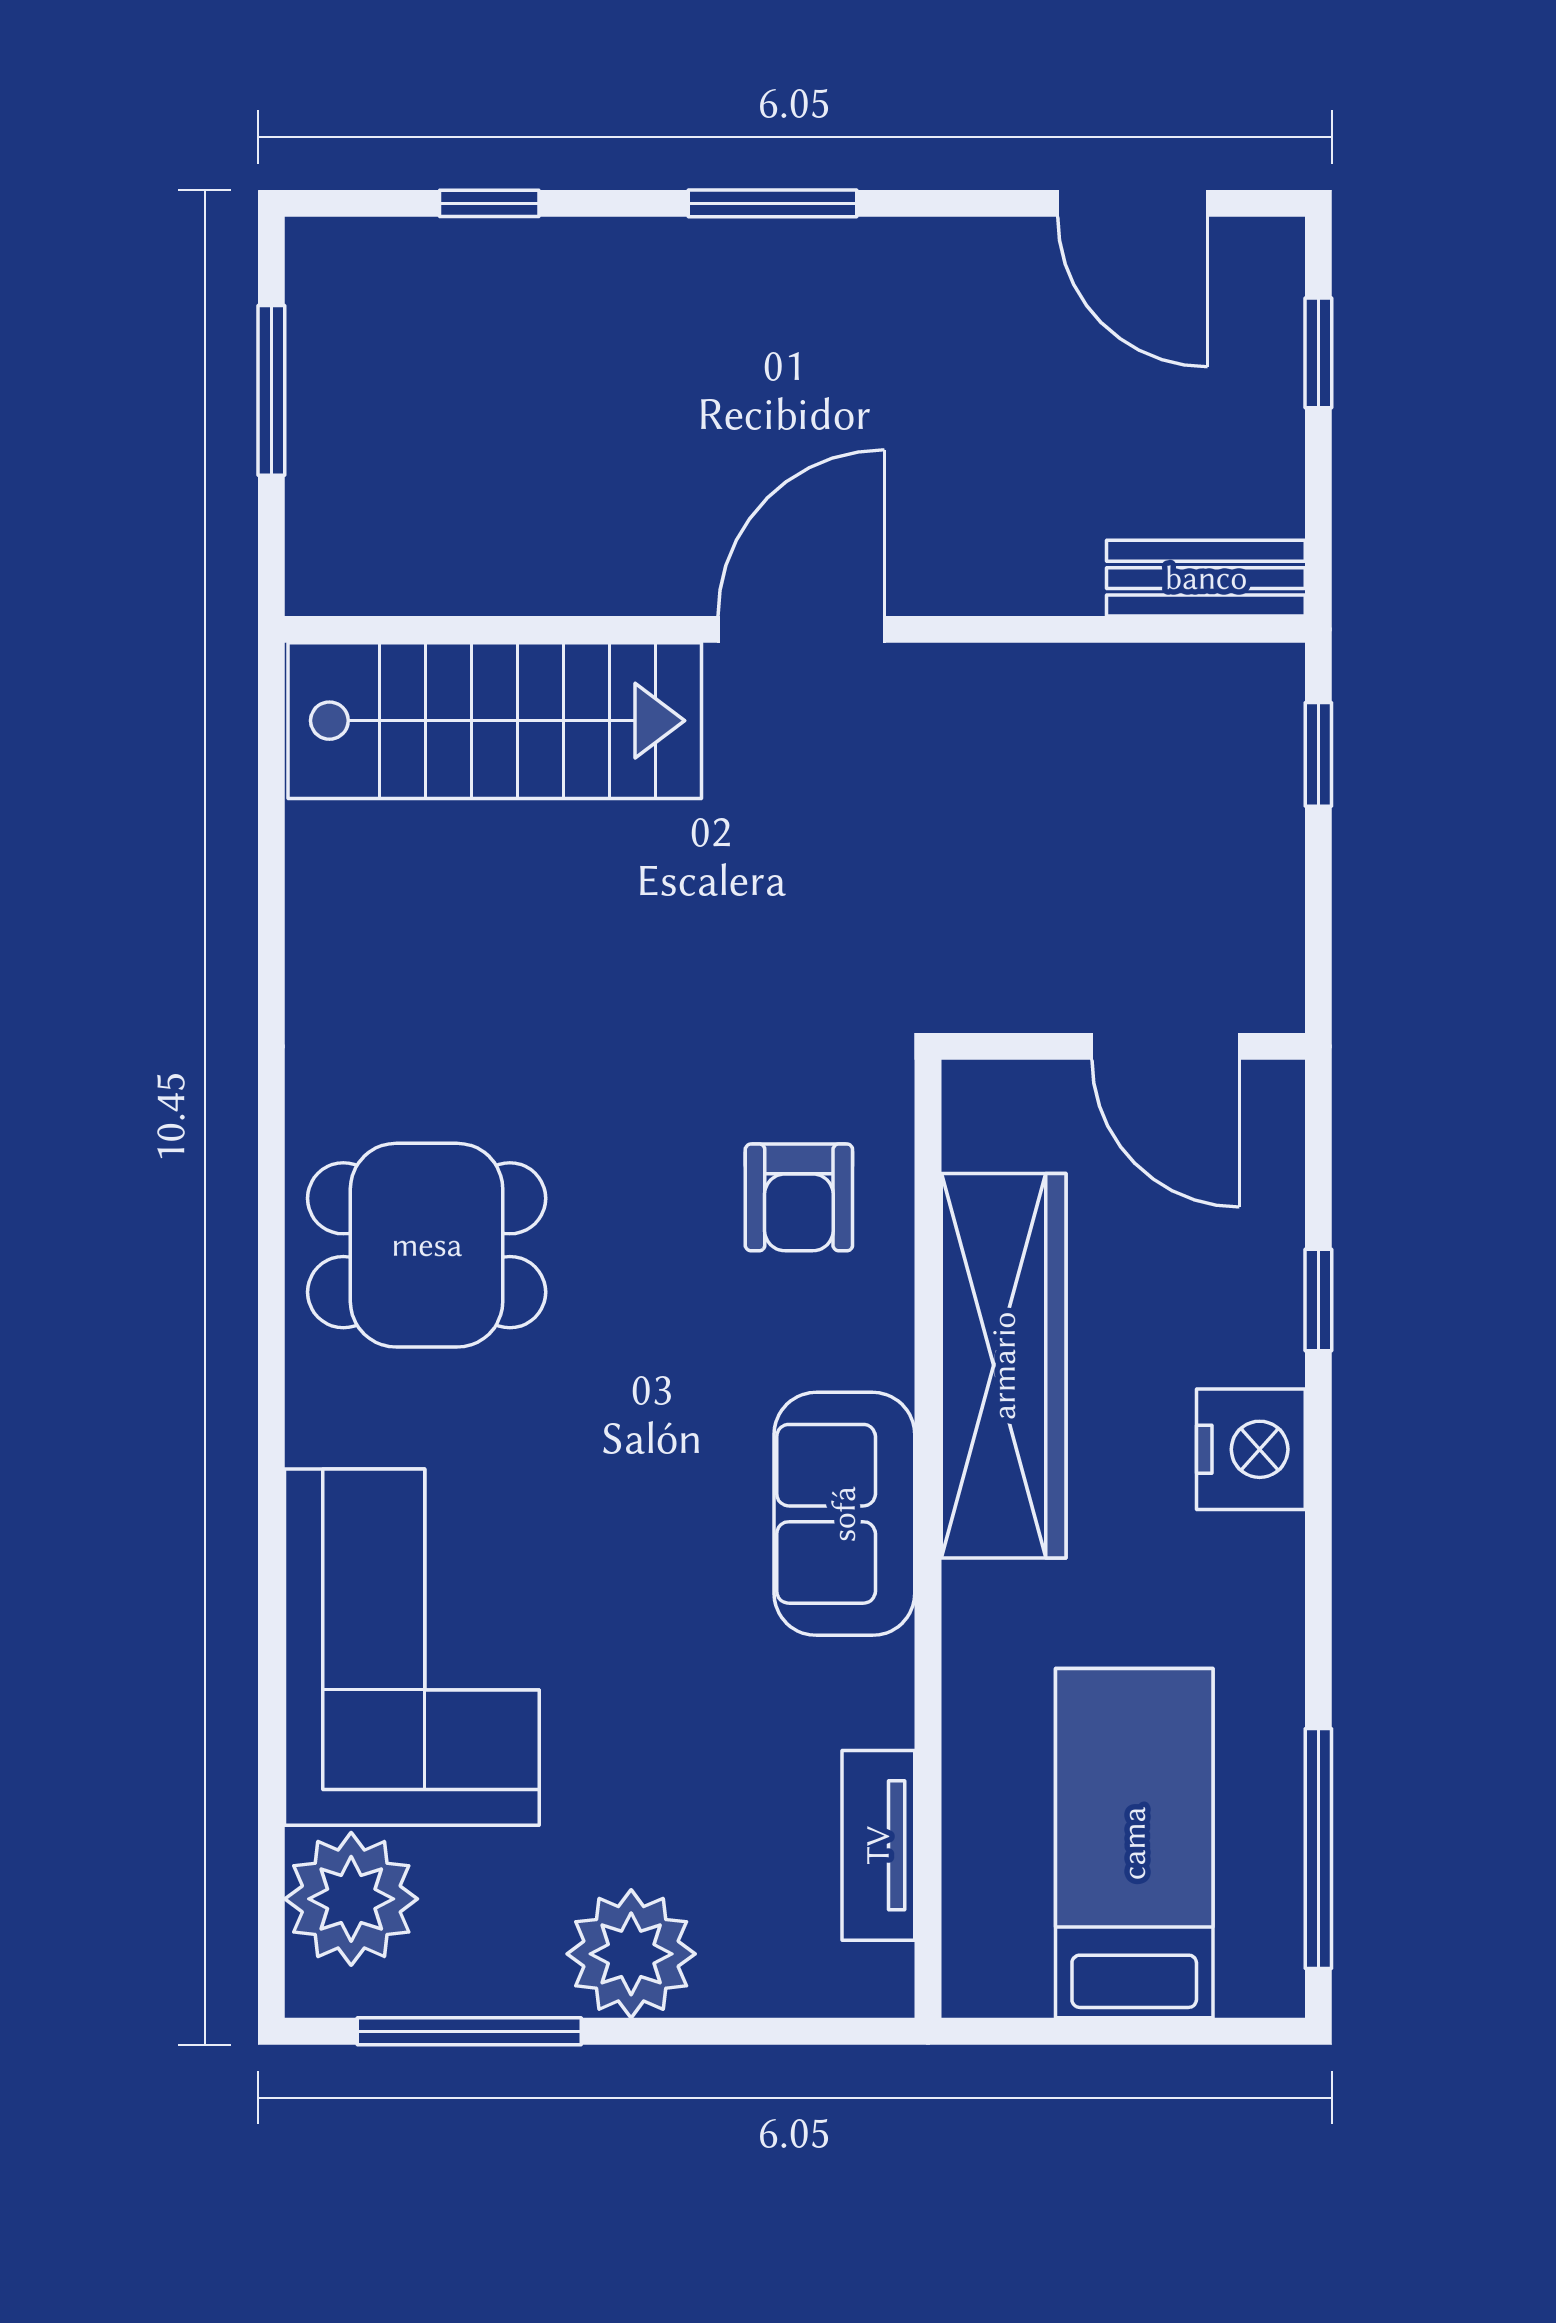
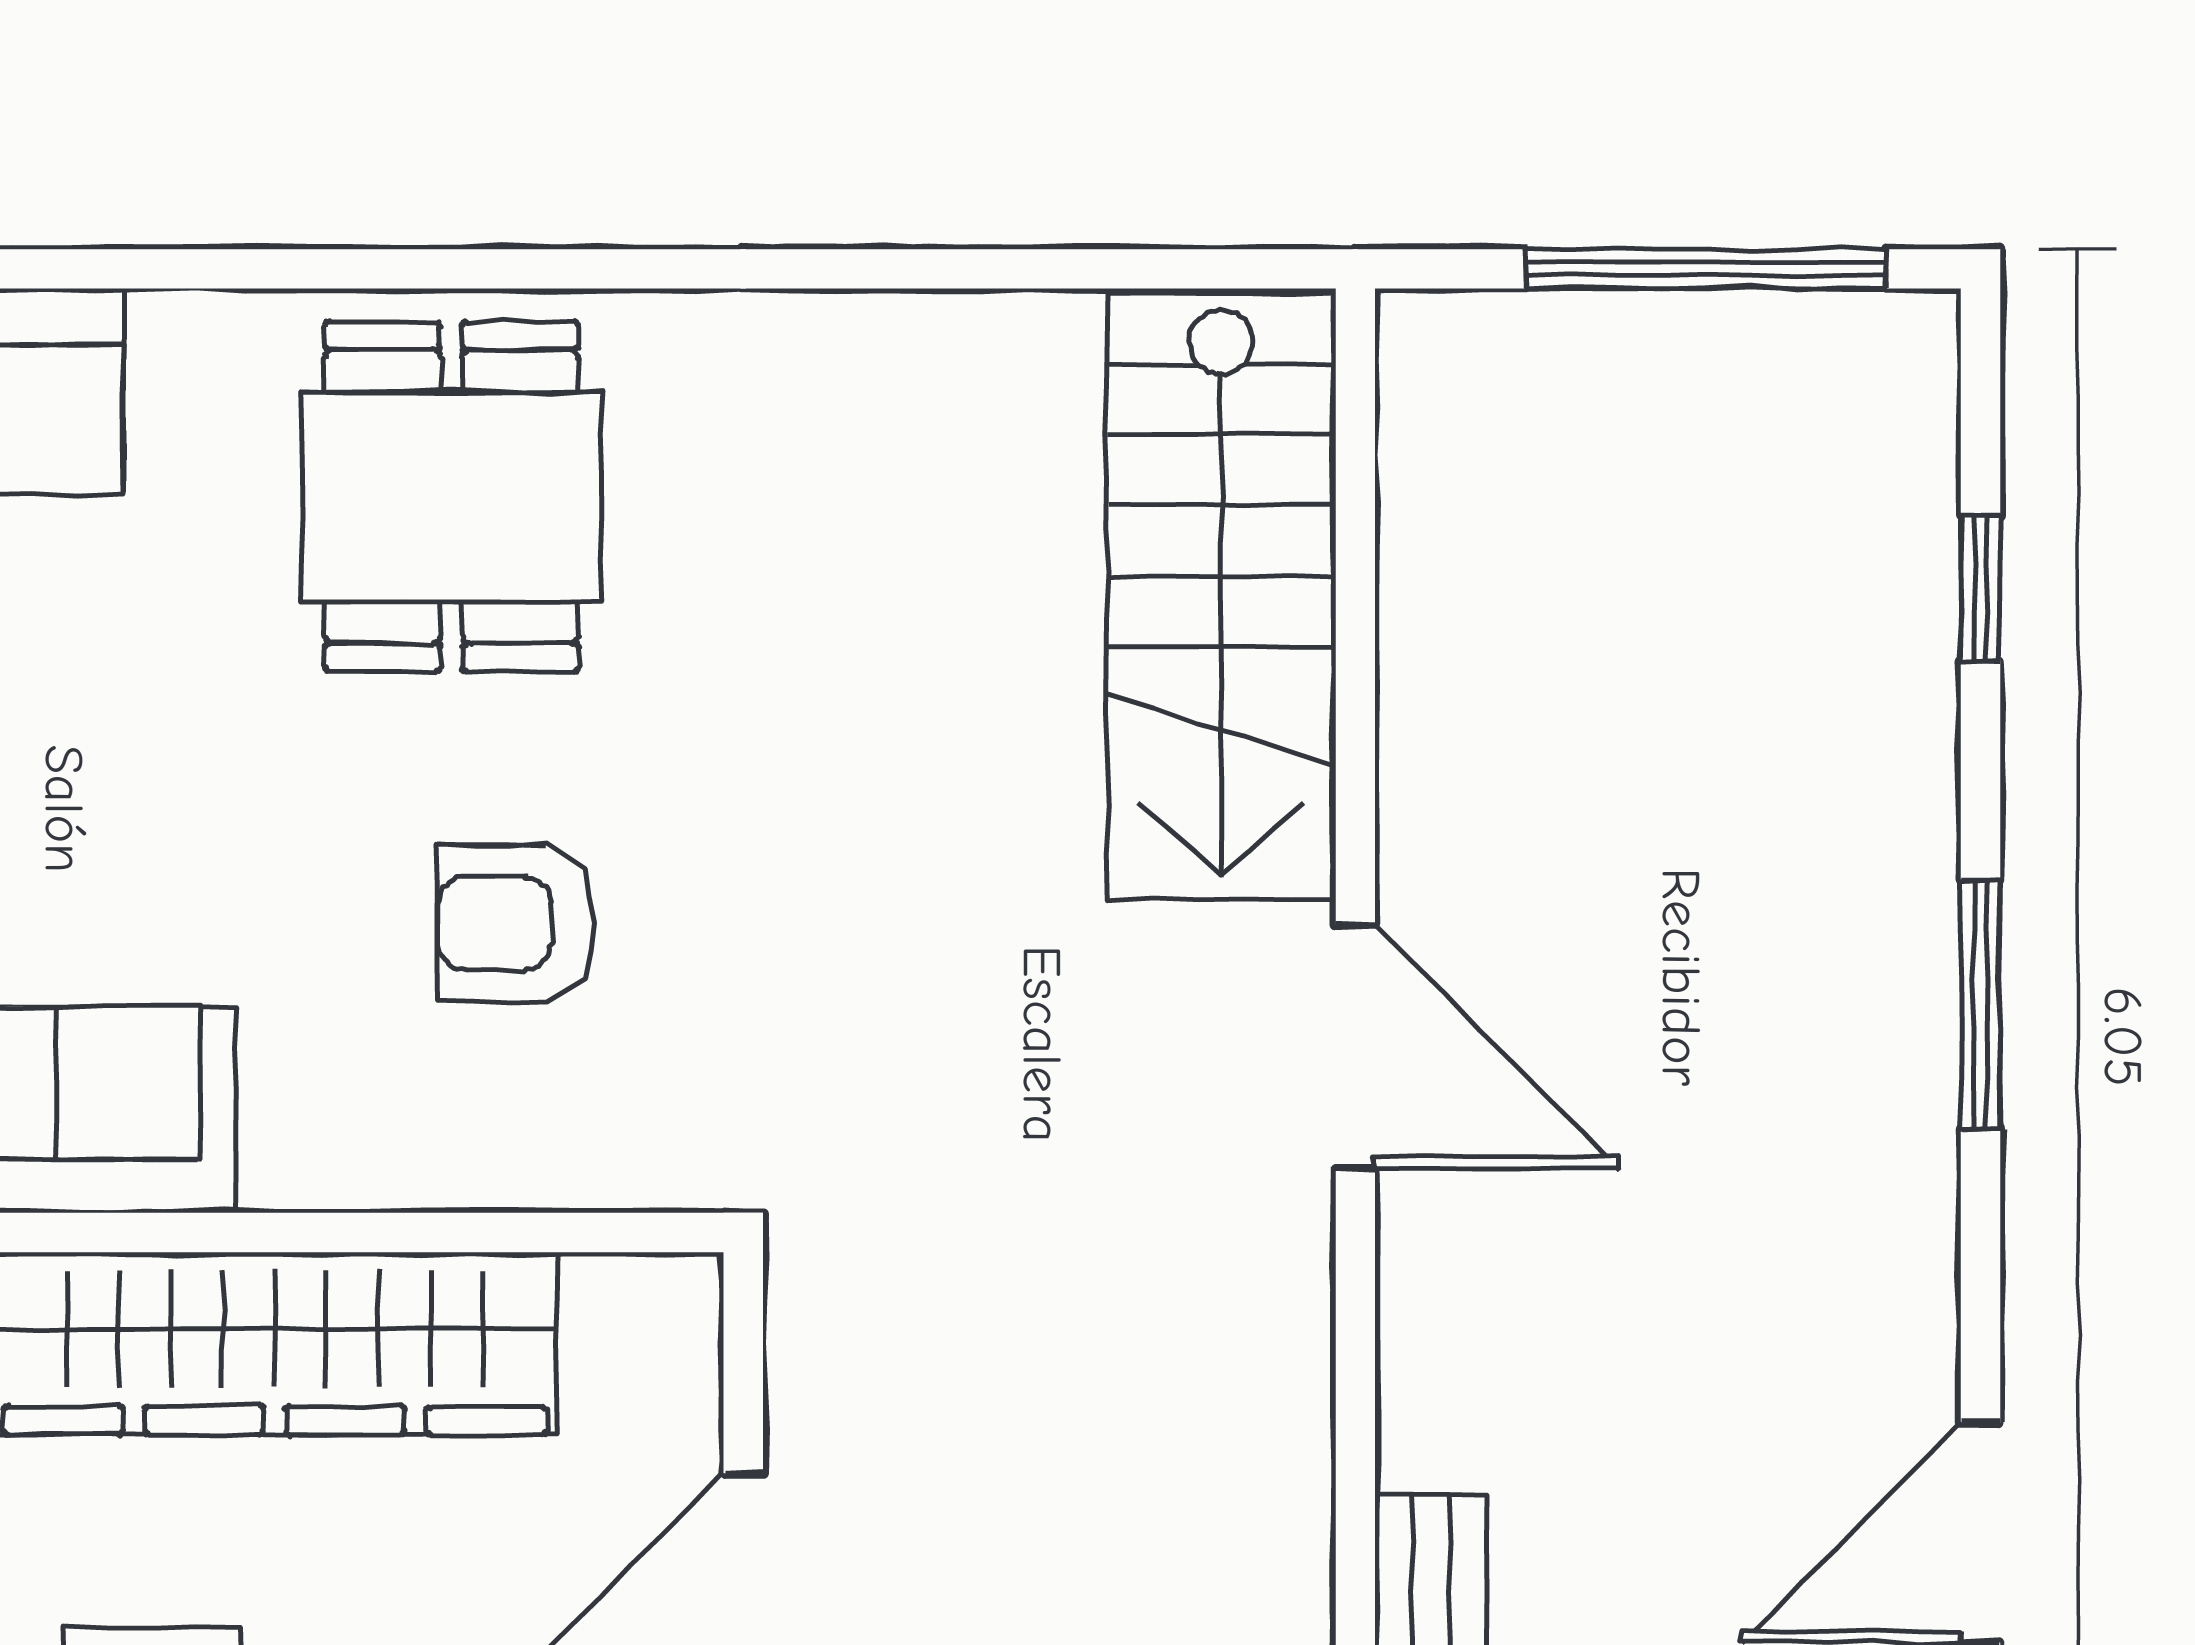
window: (271, 390) -> (1706, 269), width x1.44
armchair: (799, 1197) -> (516, 923), moved

